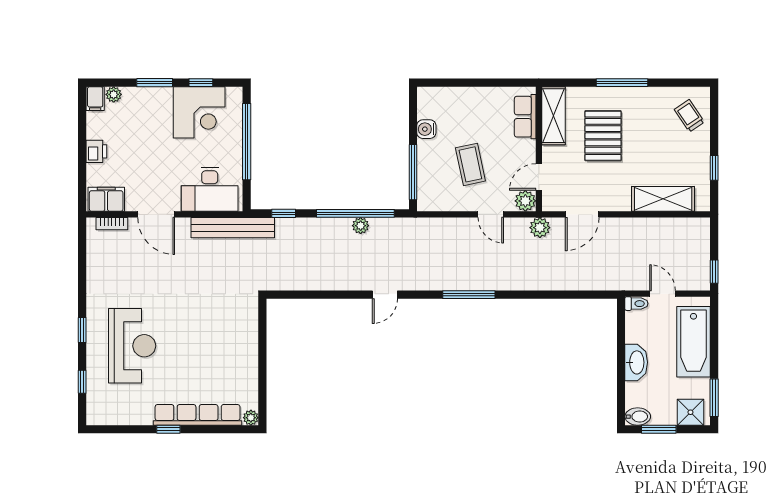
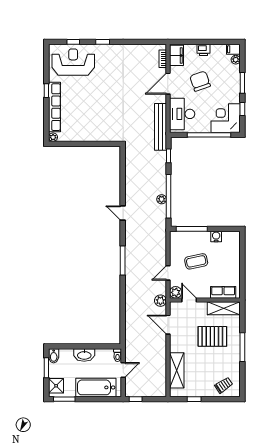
corner desk: (199, 112) -> (226, 118), moved, turned 90
chair: (152, 158) -> (200, 81), added
reception desk: (132, 346) -> (73, 62), moved, turned 180

